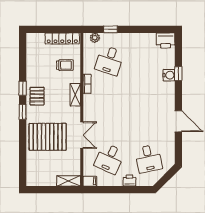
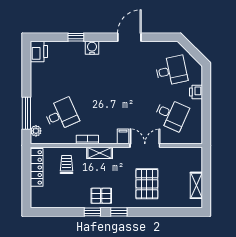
window: (110, 29) -> (26, 113), width x2.17
desk: (109, 60) -> (61, 114), turned -42
water cooler: (169, 75) -> (92, 48), moved
pallet: (48, 137) -> (147, 184), width x0.73, depth x0.71
shelving: (69, 181) -> (196, 185), moved
filing cabinet: (90, 181) -> (123, 136), moved

